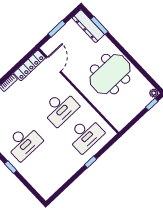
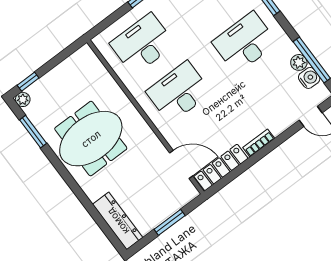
window: (99, 25) -> (33, 132), moved
door: (54, 65) -> (181, 164), swing flipped

